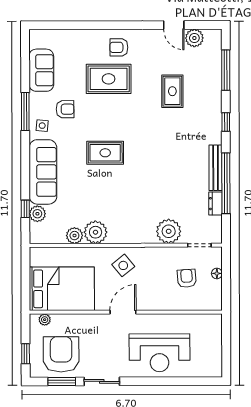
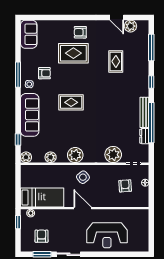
sofa: (41, 70) -> (29, 34), moved
plant: (37, 214) -> (26, 157), moved
plant: (96, 232) -> (75, 155), moved
bed: (62, 289) -> (42, 197), width x0.67
door: (123, 312) -> (83, 208), hinge flipped
window: (26, 354) -> (18, 222), moved
armchair: (61, 354) -> (42, 236), width x0.53, depth x0.53

